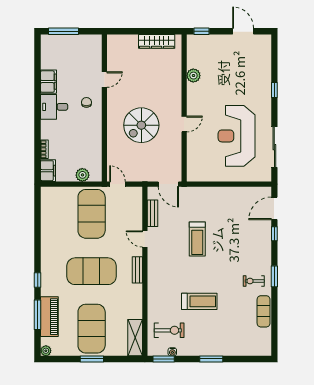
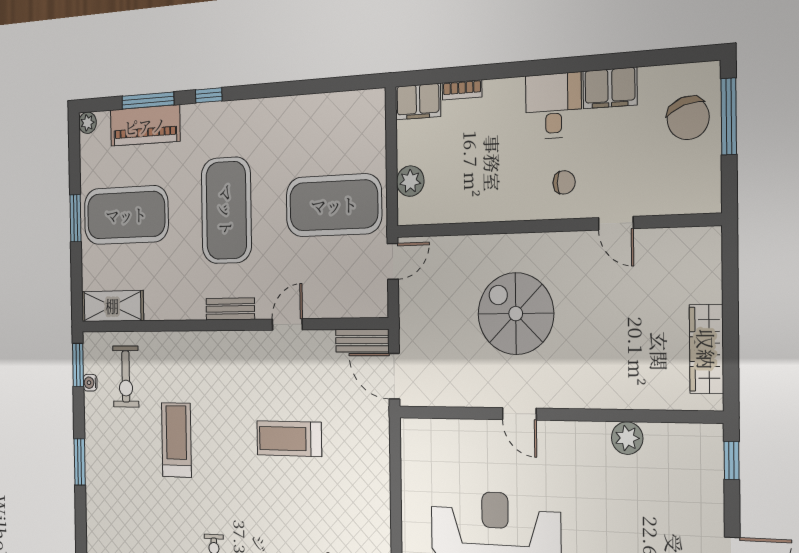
chair: (63, 48) -> (688, 118), added
door: (168, 184) -> (394, 376), hinge flipped
bench: (153, 213) -> (362, 341), moved
treadmill: (199, 301) -> (176, 440), turned 180

